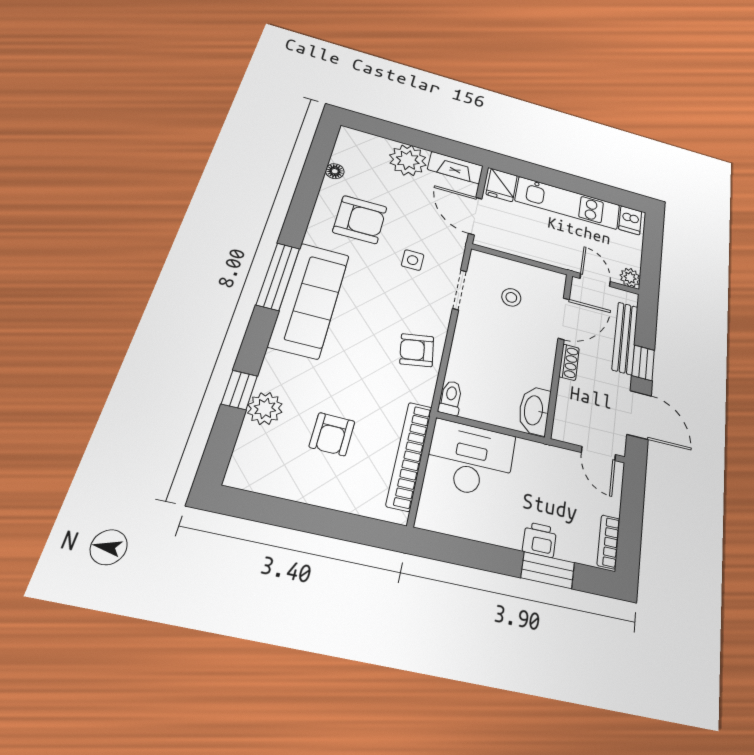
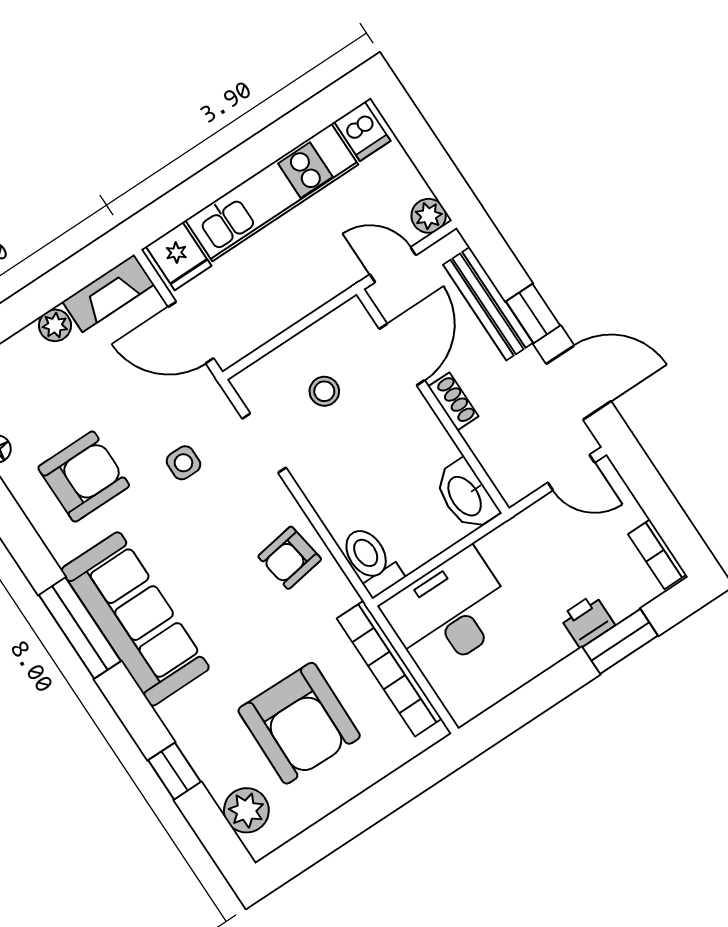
plant: (408, 160) -> (55, 325), width x0.53, depth x0.53
toilet: (451, 398) -> (371, 561), width x1.37, depth x1.39
plant: (265, 408) -> (246, 810), moved
armchair: (332, 434) -> (299, 723), width x1.88, depth x1.88

